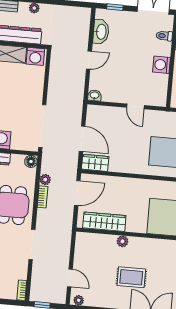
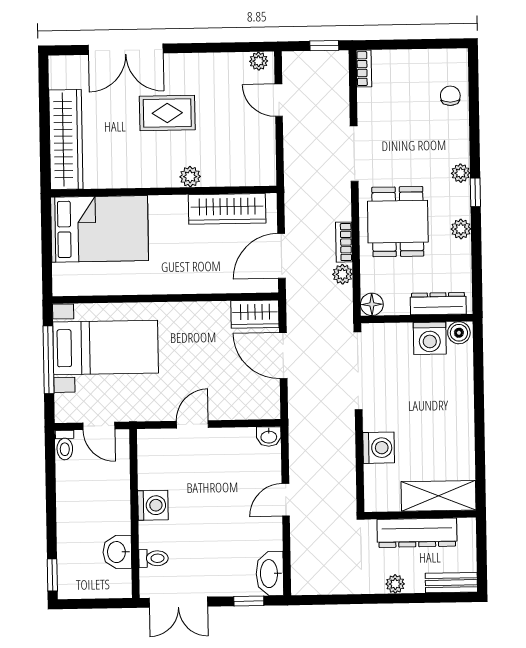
washbasin: (101, 32) -> (270, 574), moved
washing machine: (35, 56) -> (379, 448), moved, turned 90
door: (135, 106) -> (192, 424), hinge flipped

